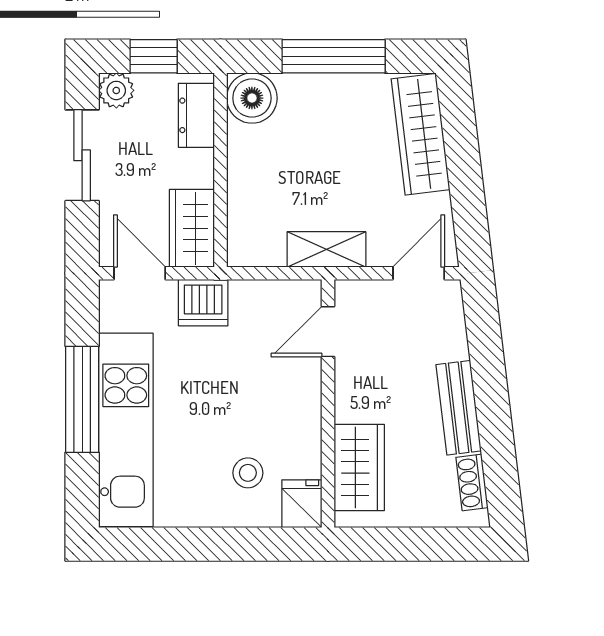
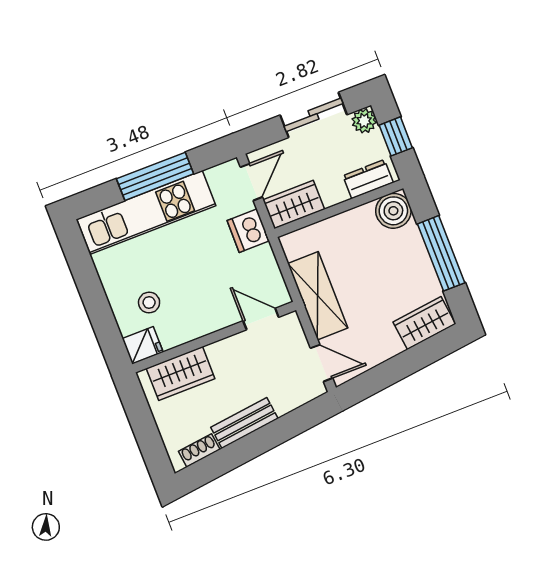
wardrobe: (421, 134) -> (424, 323), width x0.67
shelving: (326, 249) -> (318, 296), width x1.50, depth x1.33

